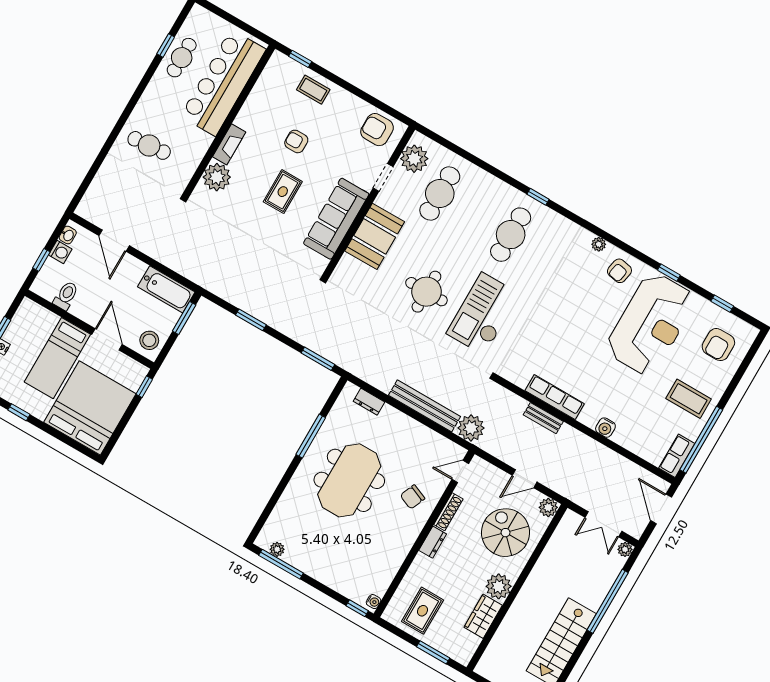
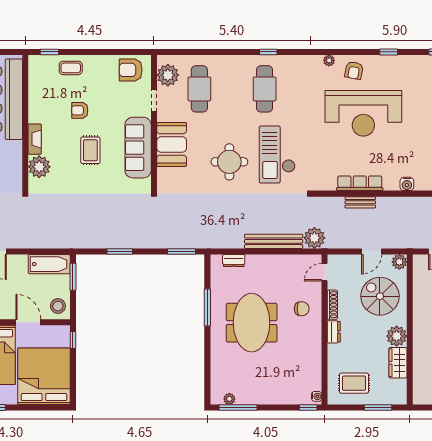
reception desk: (651, 324) -> (363, 113), moved, turned 90
chair: (413, 497) -> (302, 309), turned -113
rug: (423, 611) -> (354, 383), turned 90

